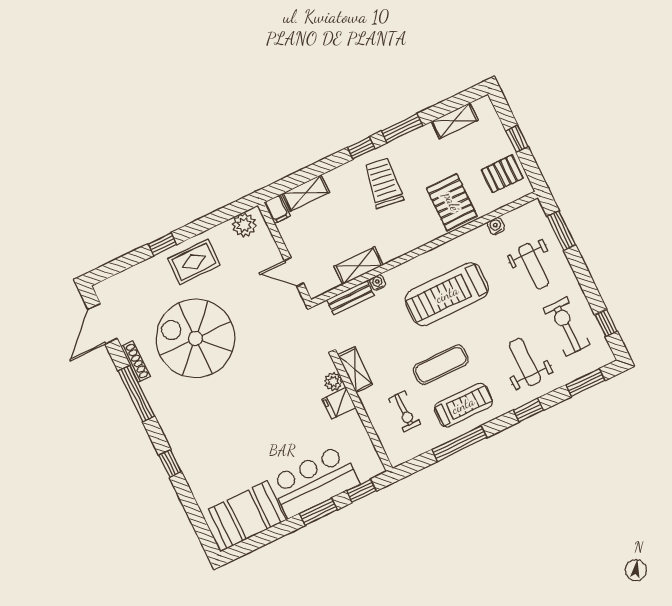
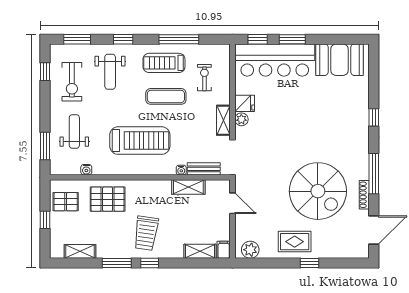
pallet: (452, 202) -> (108, 199), turned 90
bar counter: (314, 482) -> (275, 60), width x1.36

